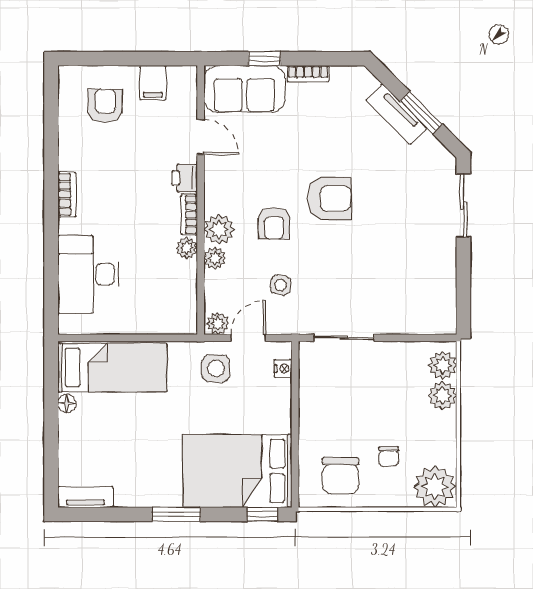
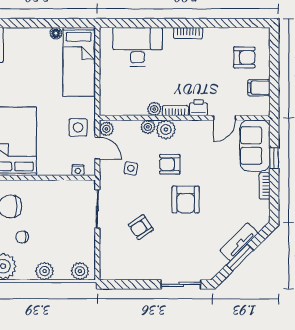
armchair: (373, 269) -> (141, 227), added
plant: (443, 396) -> (45, 271), moved

